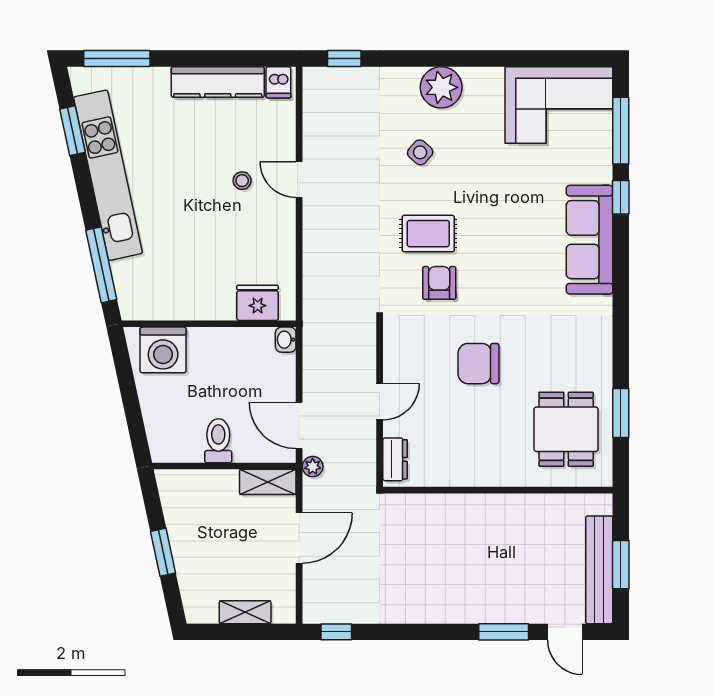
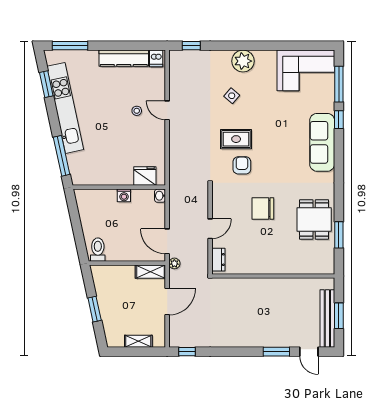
washing machine: (163, 350) -> (124, 195), moved, width x0.53, depth x0.53
dining table: (566, 429) -> (314, 219), moved
toilet: (218, 441) -> (98, 250), moved

